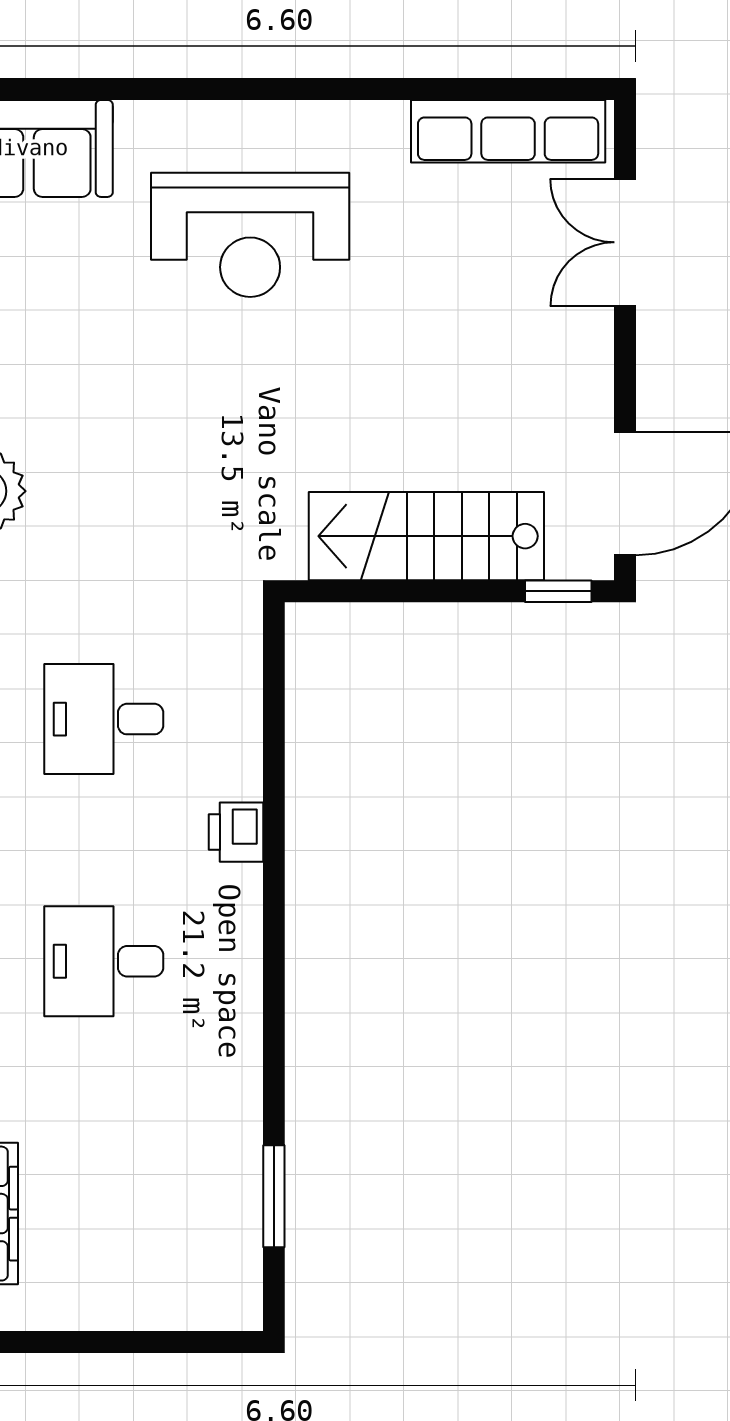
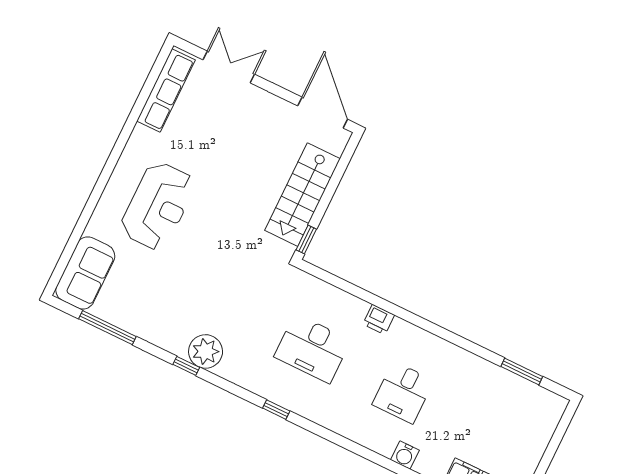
double door: (625, 242) -> (229, 67), swing flipped
window: (558, 591) -> (306, 240), moved
desk: (104, 719) -> (312, 348), width x1.37

